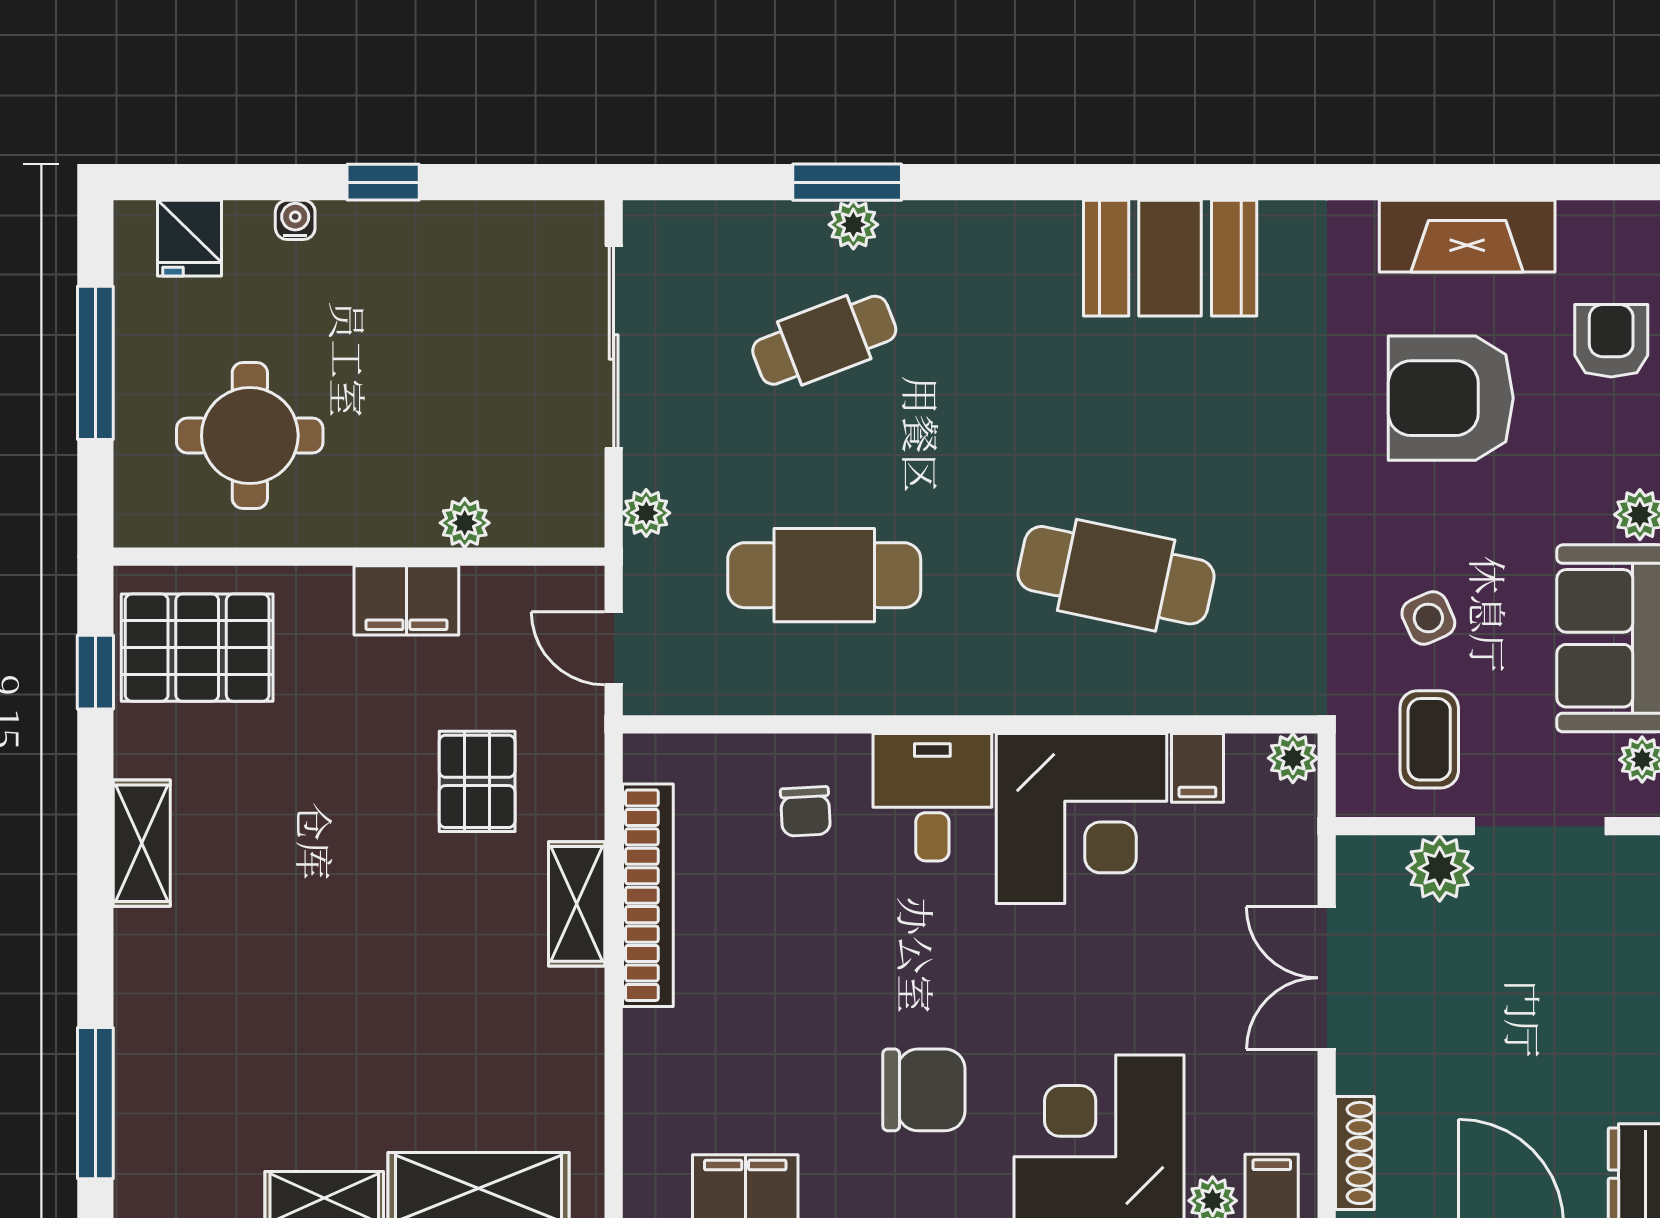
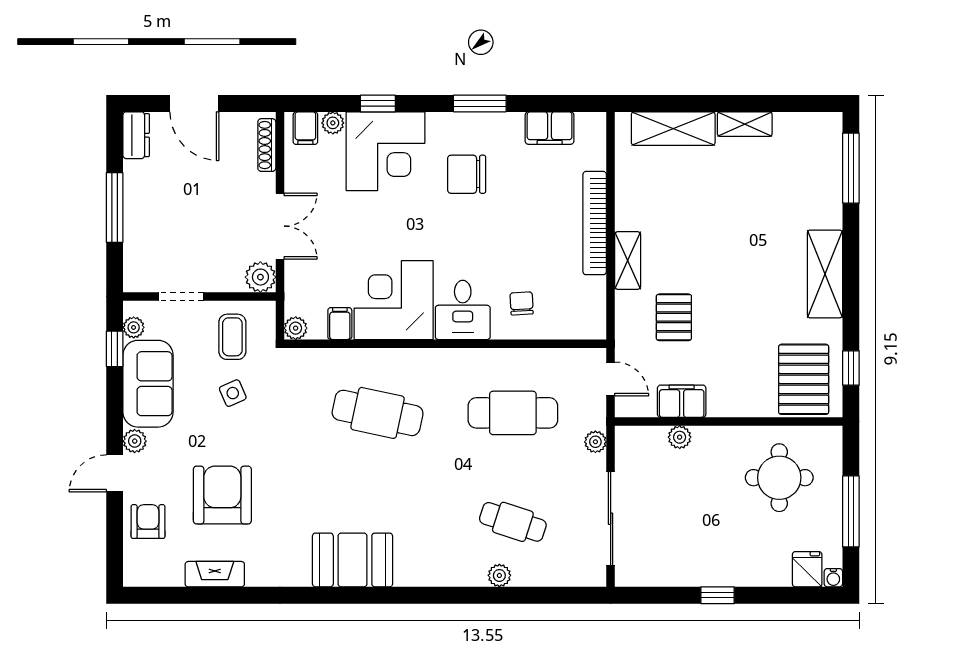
window: (847, 182) -> (502, 595), removed
water cooler: (295, 220) -> (833, 578), moved
fireplace: (1467, 236) -> (215, 574), width x0.73, depth x0.76
cafe table: (824, 340) -> (513, 522), turned 39
armchair: (1611, 341) -> (148, 522), turned 180
armchair: (1451, 398) -> (222, 495), turned -90
filing cabinet: (406, 600) -> (682, 401), moved
pallet: (197, 648) -> (804, 379), turned 90
doorway: (1540, 826) -> (181, 297), width x0.73
shelving: (142, 843) -> (825, 274), width x1.50, depth x1.33
plant: (1440, 868) -> (260, 277), moved
bookcase: (648, 895) -> (595, 223), moved

